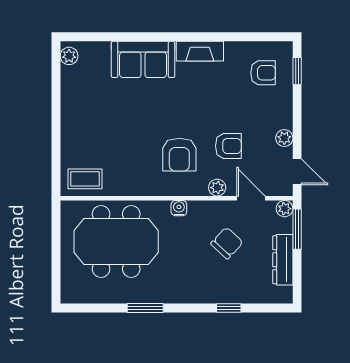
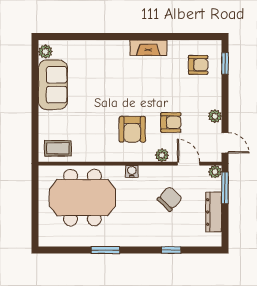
sofa: (143, 59) -> (53, 85), moved, turned -90

